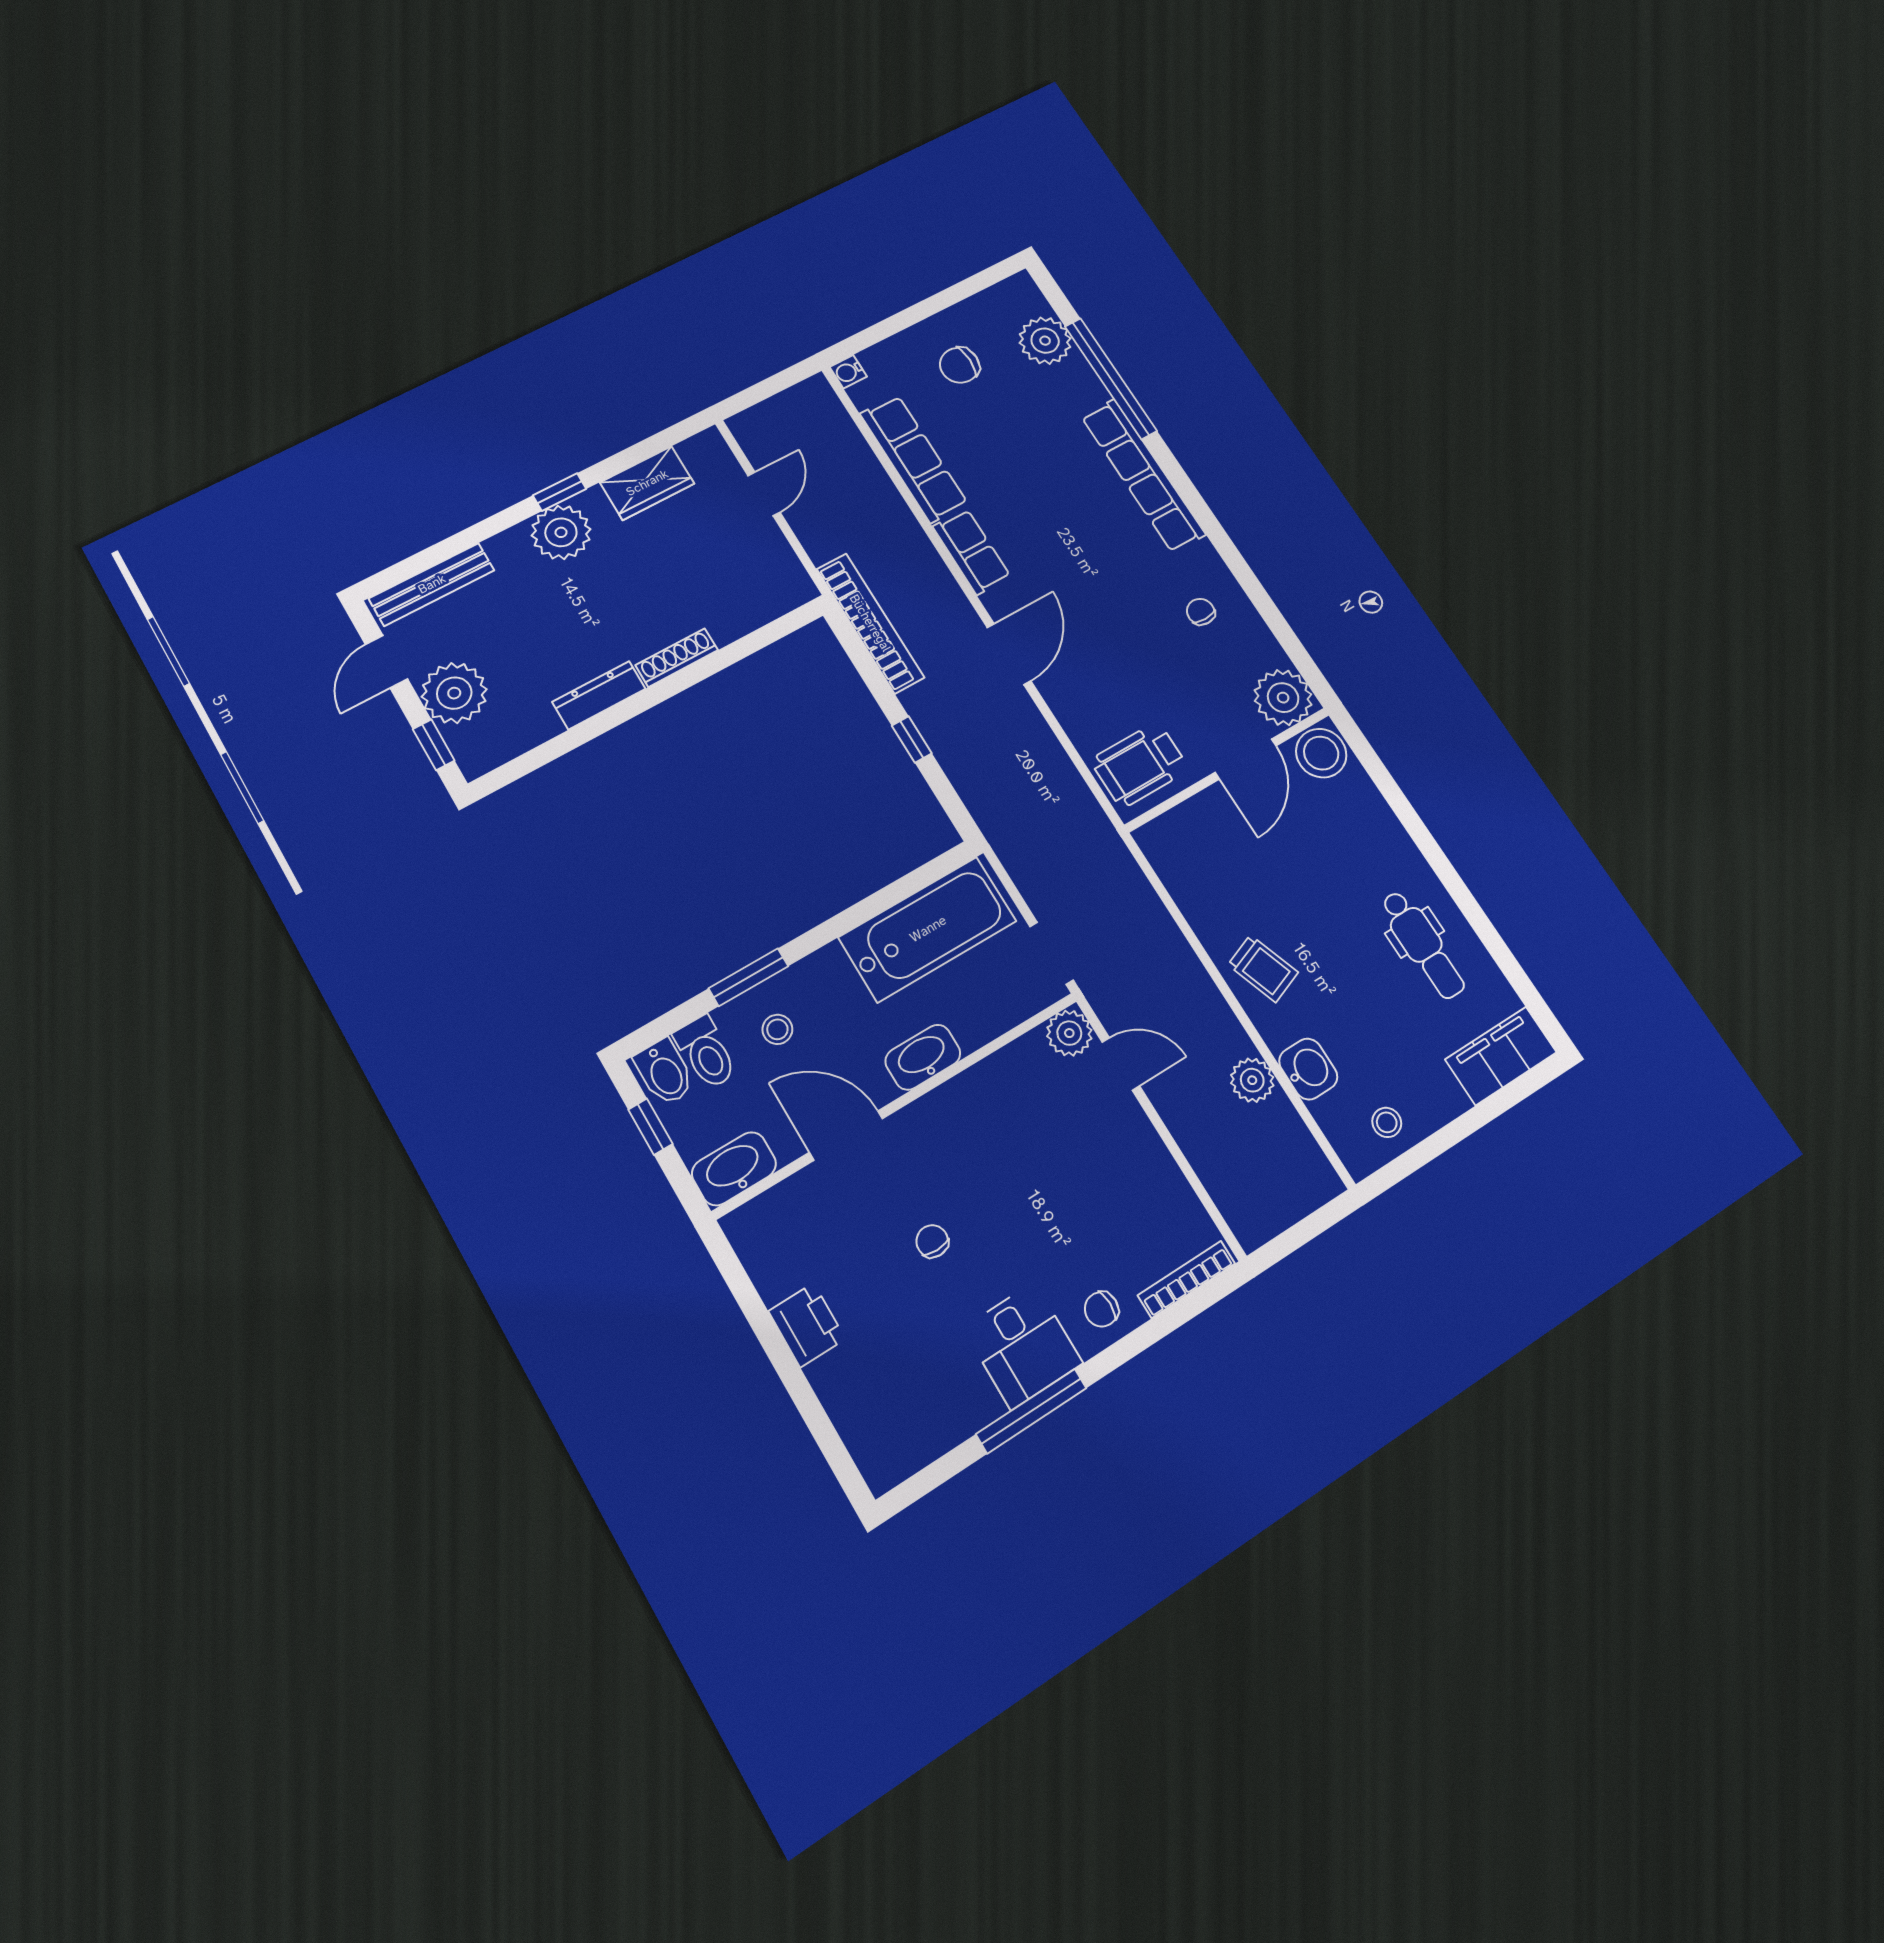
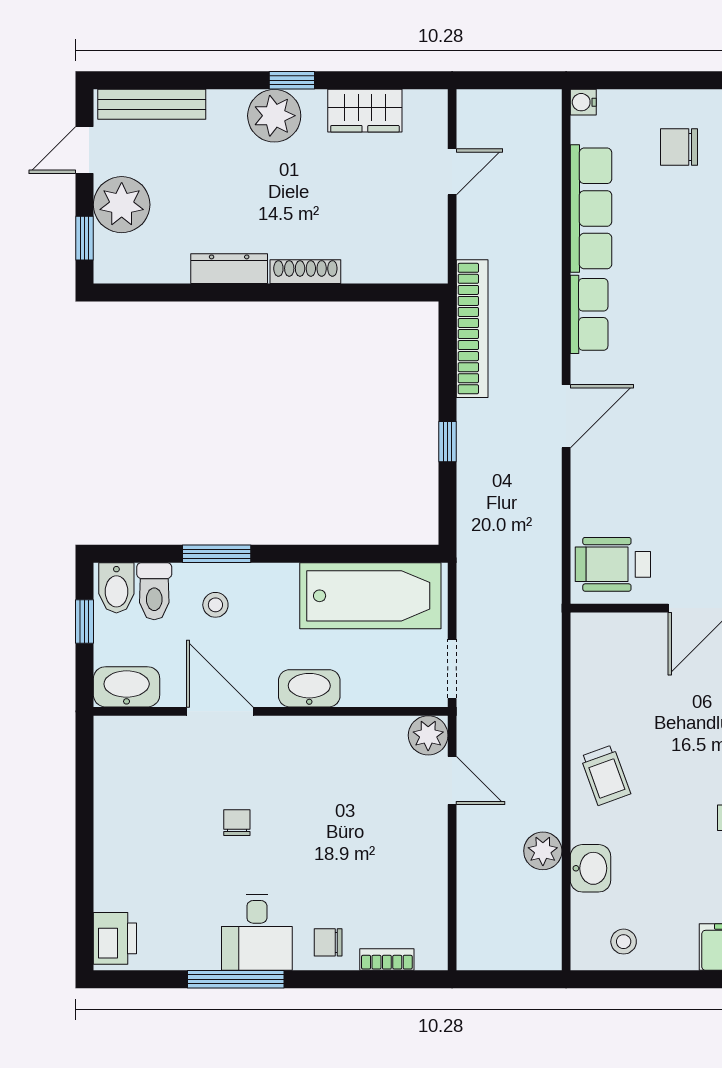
bookcase: (1186, 1279) -> (387, 960), width x0.64
printer: (807, 1325) -> (115, 938), moved

